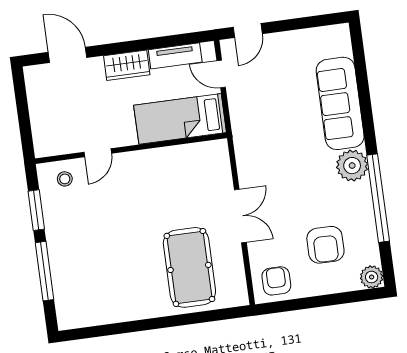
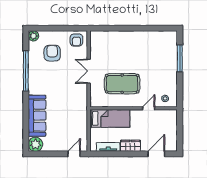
door: (68, 55) -> (156, 154), swing flipped
door: (221, 74) -> (89, 136), removed
plant: (352, 166) -> (35, 144), moved
window: (36, 210) -> (180, 86), removed
pool table: (189, 267) -> (122, 84), moved, turned 90

